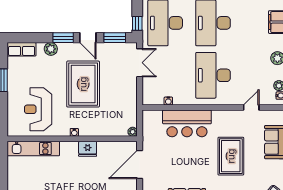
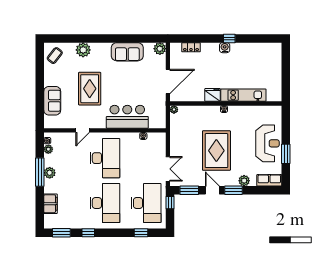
double door: (140, 63) -> (168, 169), swing flipped
door: (251, 107) -> (83, 130), moved
reception desk: (38, 109) -> (267, 143), moved
kitchen unit: (33, 149) -> (243, 95), moved

